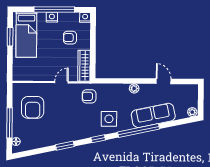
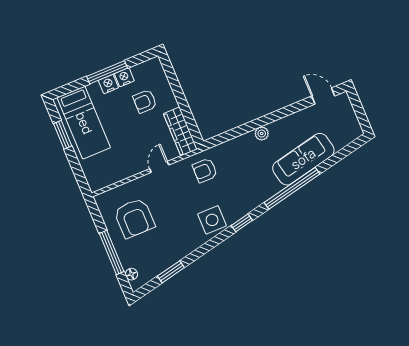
window: (54, 10) -> (107, 72), width x0.68
nightstand: (85, 17) -> (124, 77), moved
door: (164, 81) -> (323, 96), moved
plant: (192, 112) -> (355, 132), removed
side table: (109, 119) -> (212, 220), moved
window: (65, 146) -> (171, 272), moved

